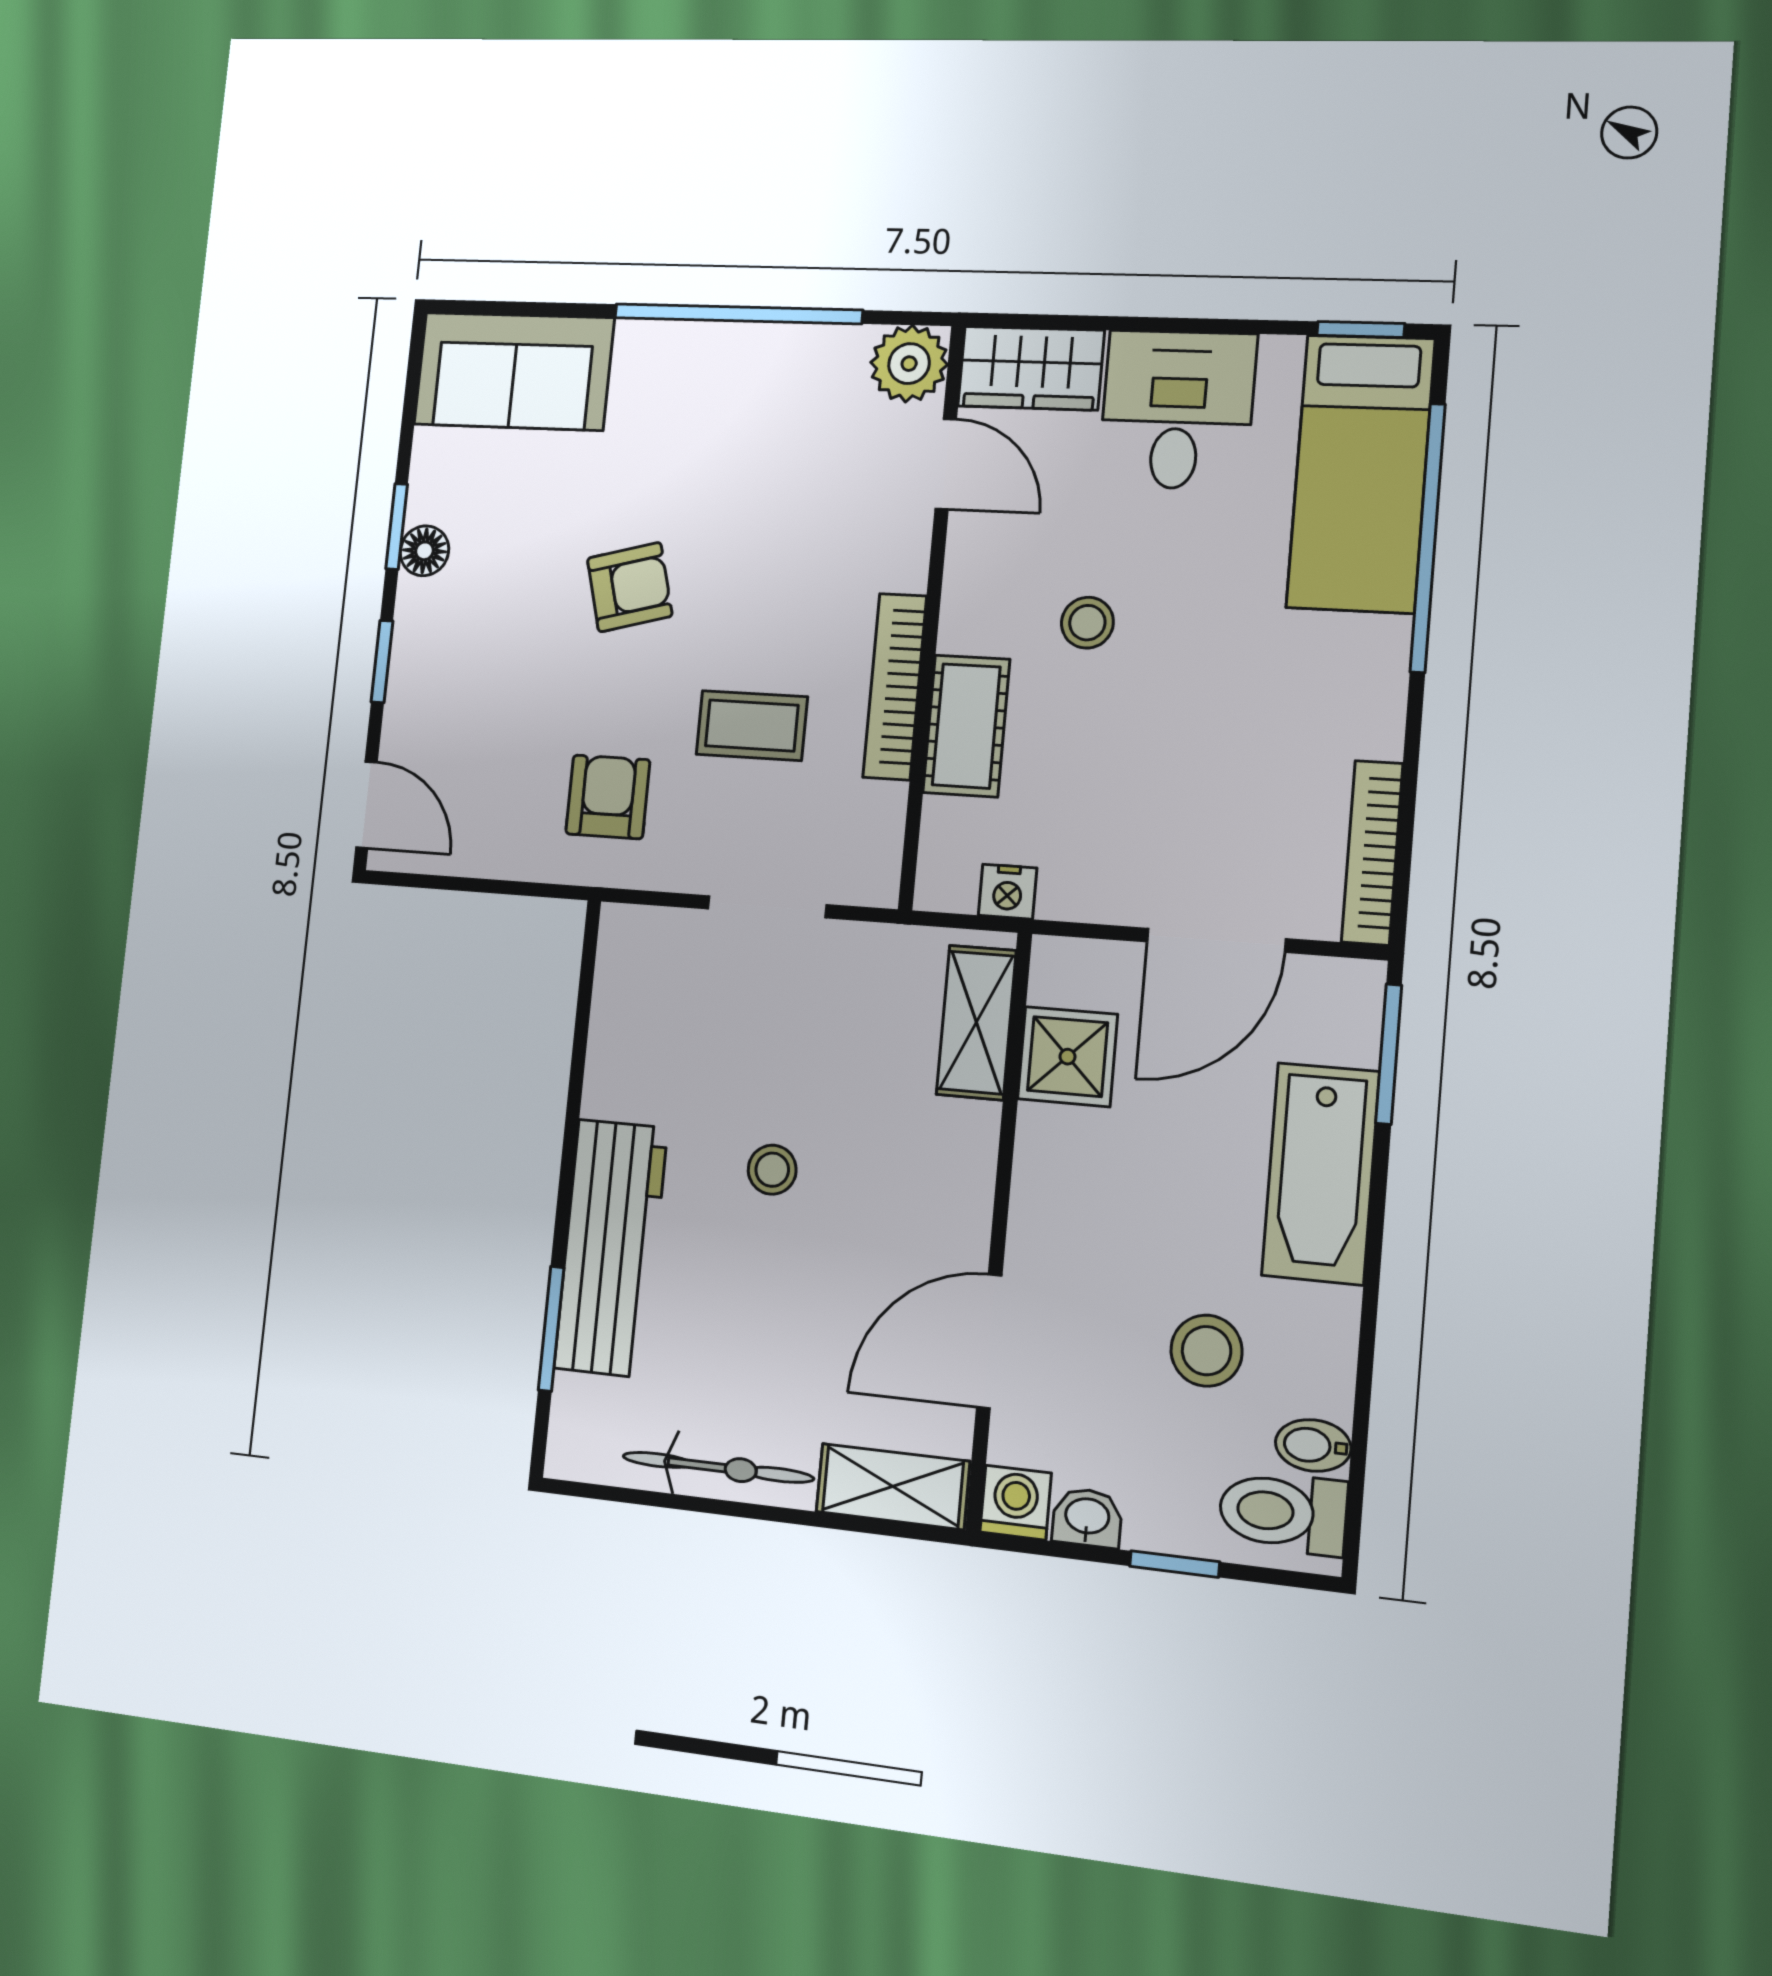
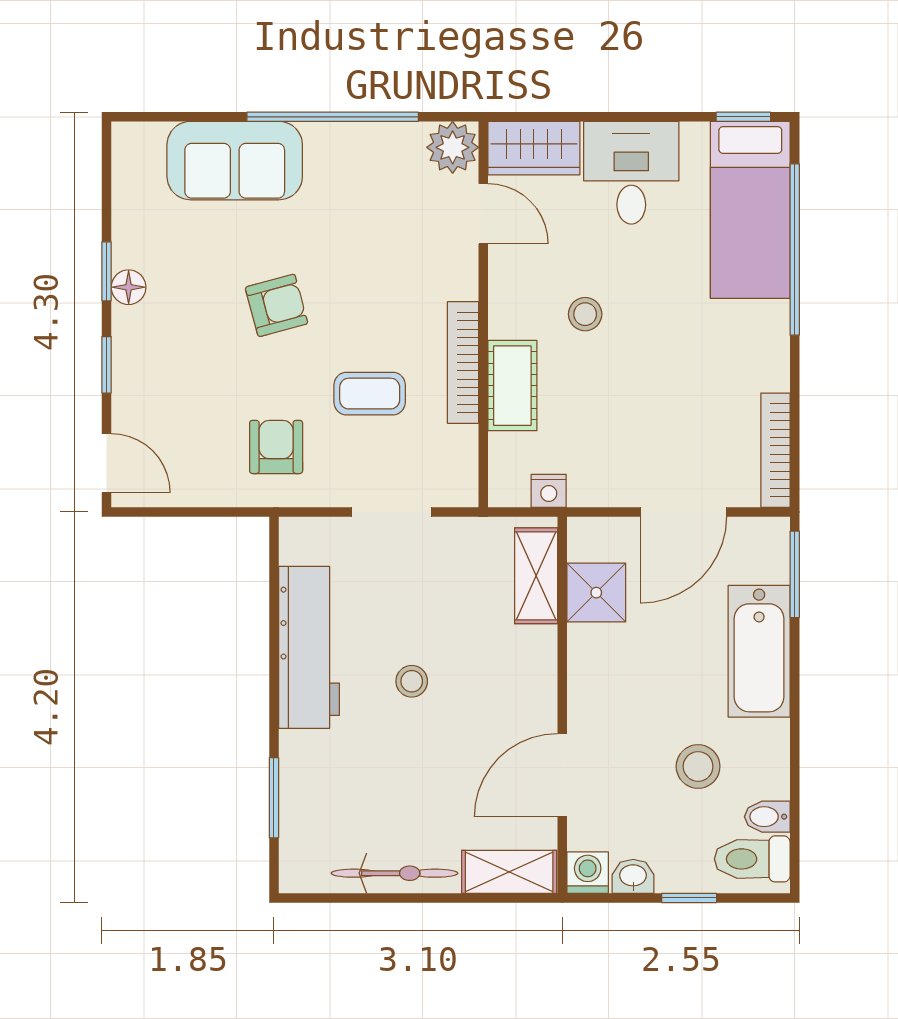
sofa: (514, 371) -> (235, 161), moved
workbench: (611, 1248) -> (309, 647), moved

